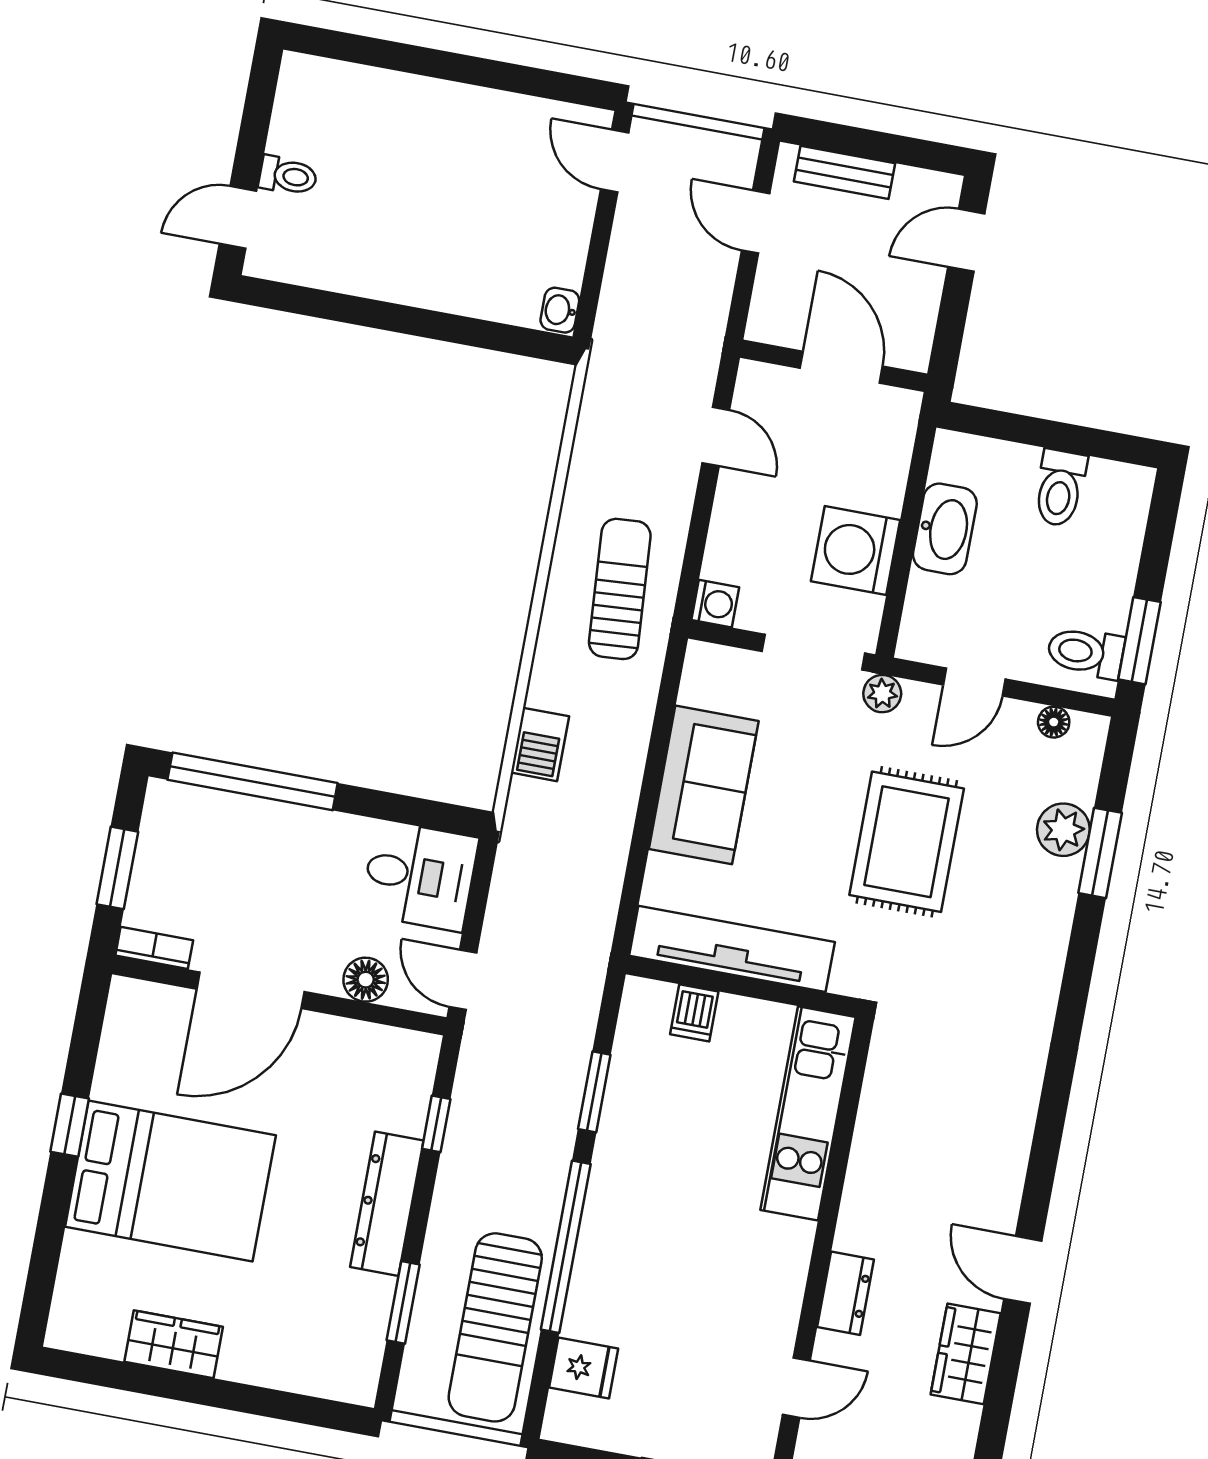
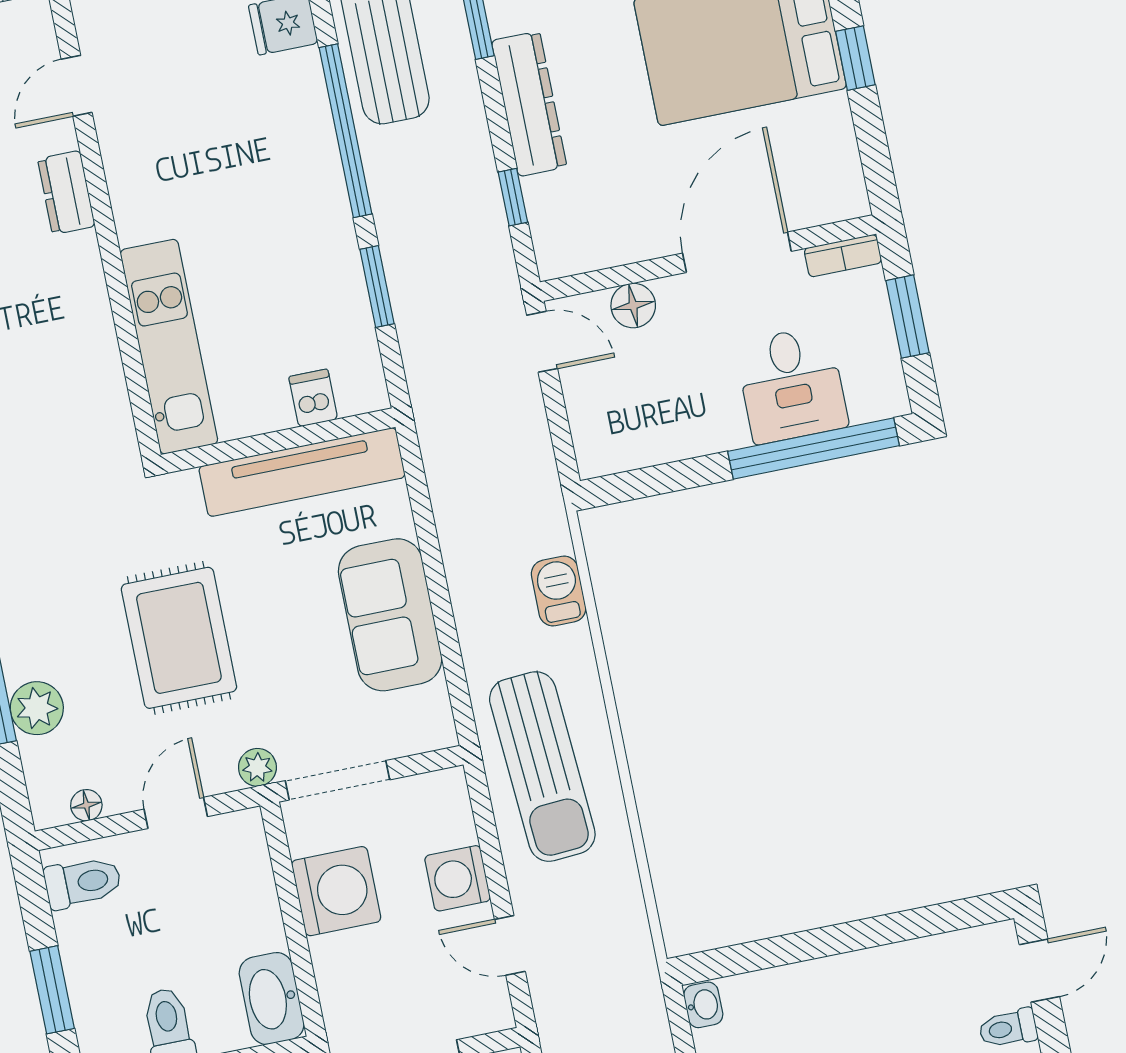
washbasin: (945, 529) -> (272, 999), moved
sun lounger: (620, 589) -> (542, 767), width x1.36, depth x1.34
washing machine: (715, 604) -> (458, 878), moved, width x1.38, depth x1.38
window: (1139, 641) -> (52, 990), moved
desk: (419, 876) -> (792, 385), moved, turned -90

